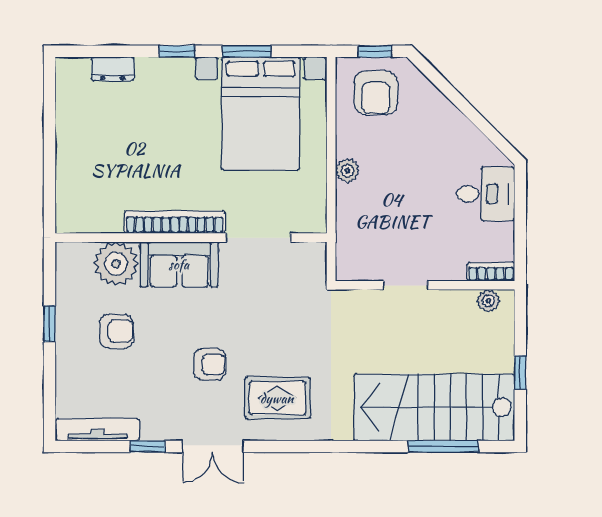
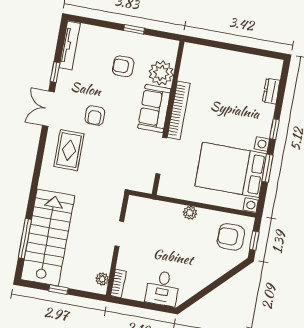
armchair: (116, 331) -> (123, 66), turned 90

